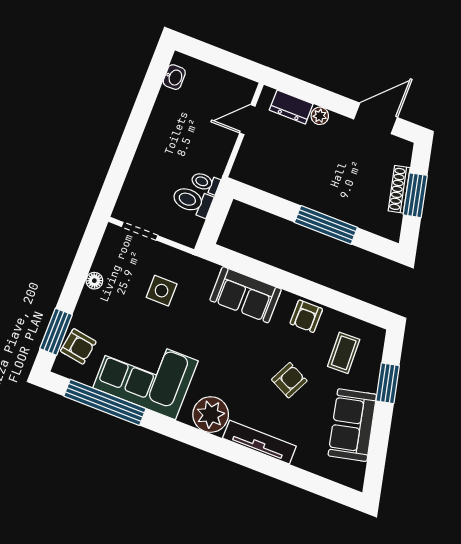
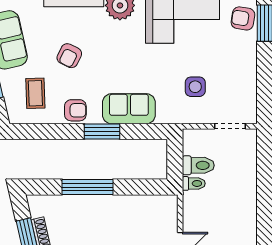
floor lamp: (94, 281) -> (250, 74), removed
window: (286, 281) -> (102, 132), added
armchair: (306, 316) -> (75, 110), turned 90

